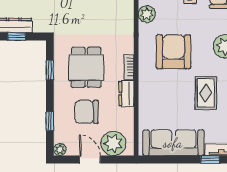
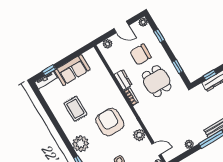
armchair: (173, 52) -> (110, 122), turned 180
chair: (86, 112) -> (141, 54), turned 180
plant: (113, 143) -> (108, 44), width x0.53, depth x0.53
sofa: (173, 143) -> (72, 70), width x0.73

